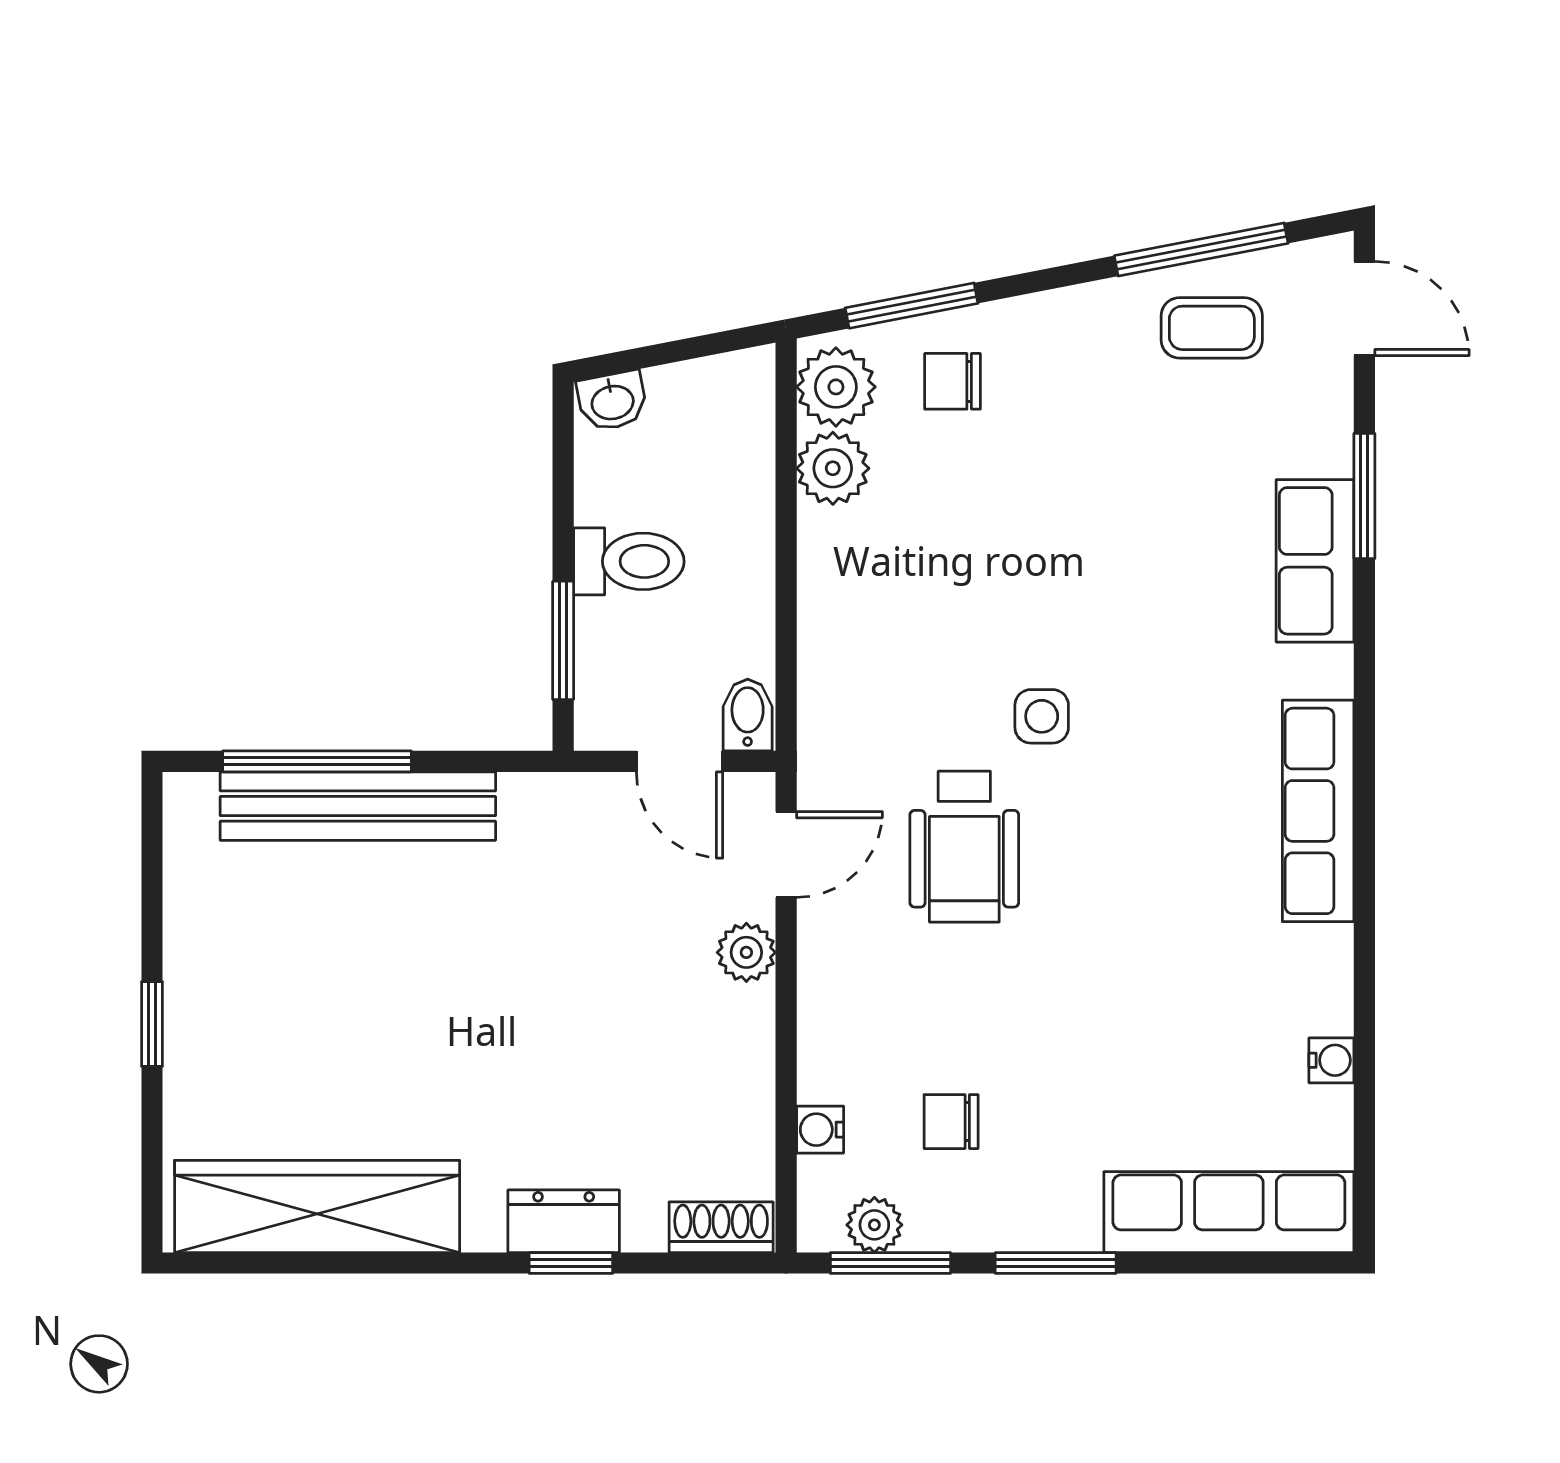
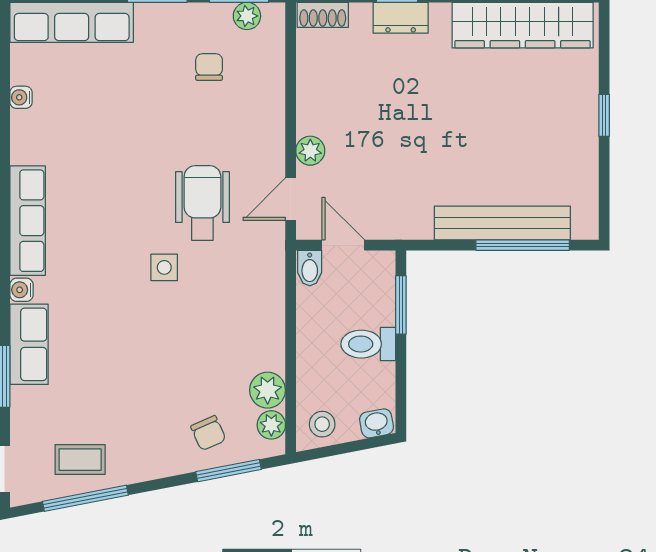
chair: (952, 381) -> (208, 433), turned 66
plant: (836, 387) -> (271, 425), width x0.73, depth x0.73
stool: (722, 399) -> (322, 424), added
chair: (951, 1122) -> (209, 67), turned -90
water cooler: (820, 1130) -> (21, 290), moved, turned 180

